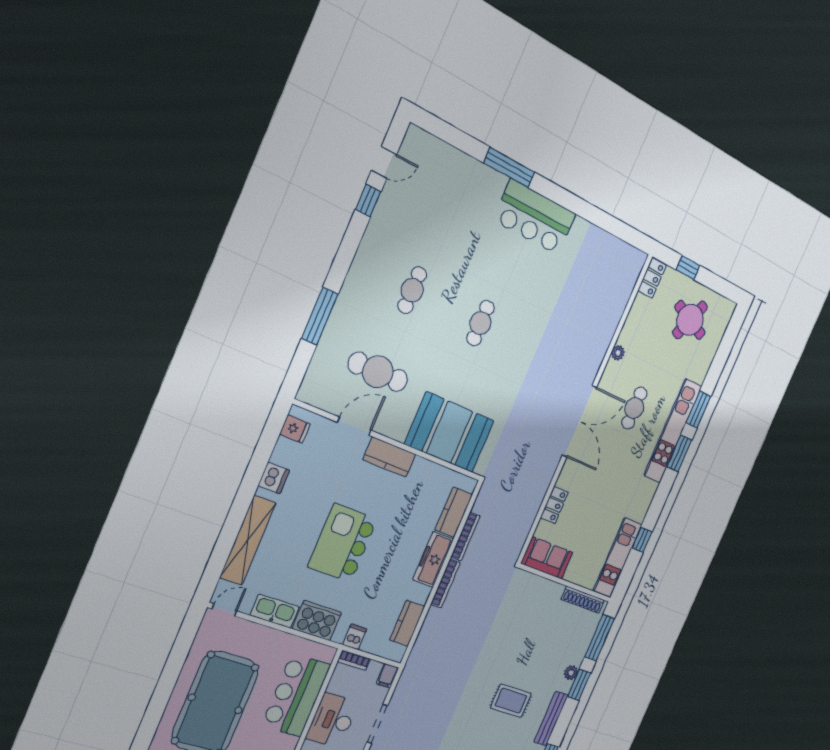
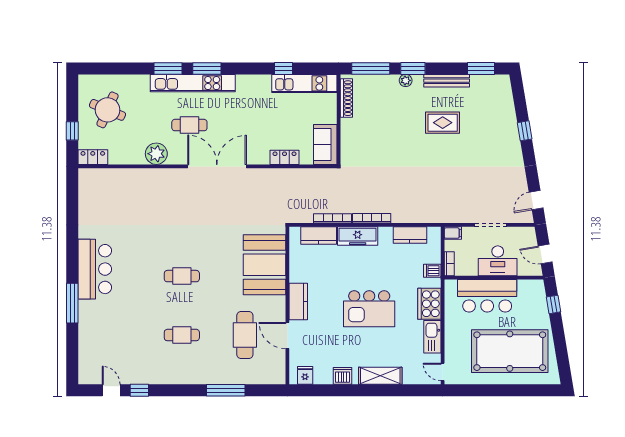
plant: (618, 353) -> (156, 154), width x1.88, depth x1.88
shelving: (248, 540) -> (380, 376), width x0.68
rug: (511, 701) -> (443, 123), turned 90

